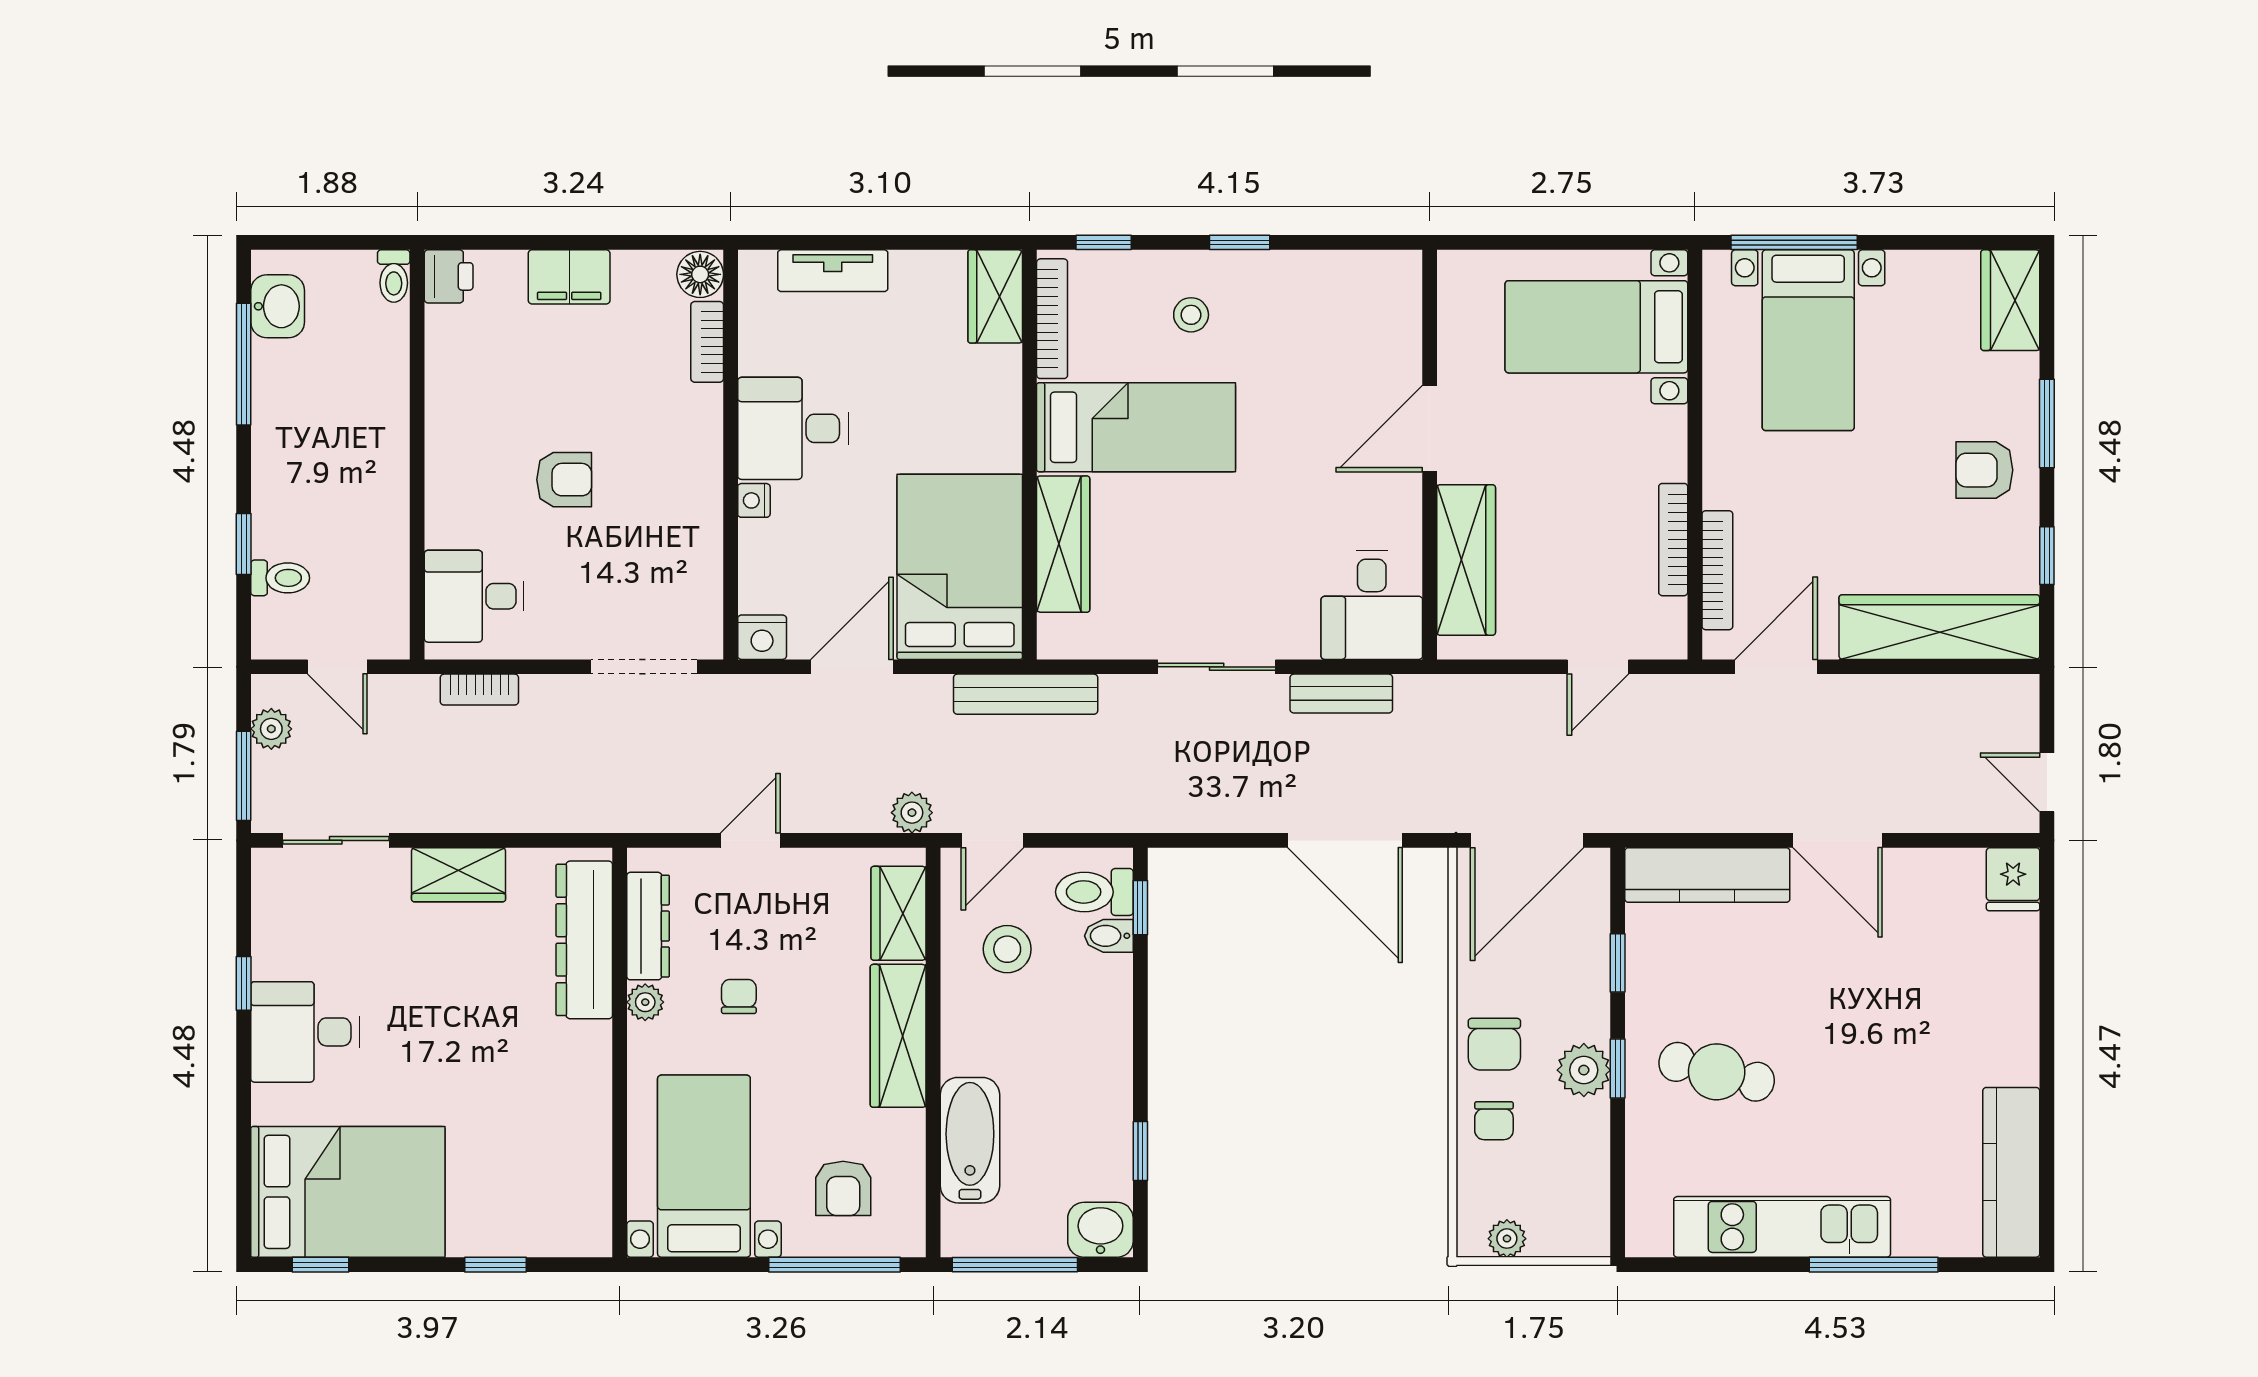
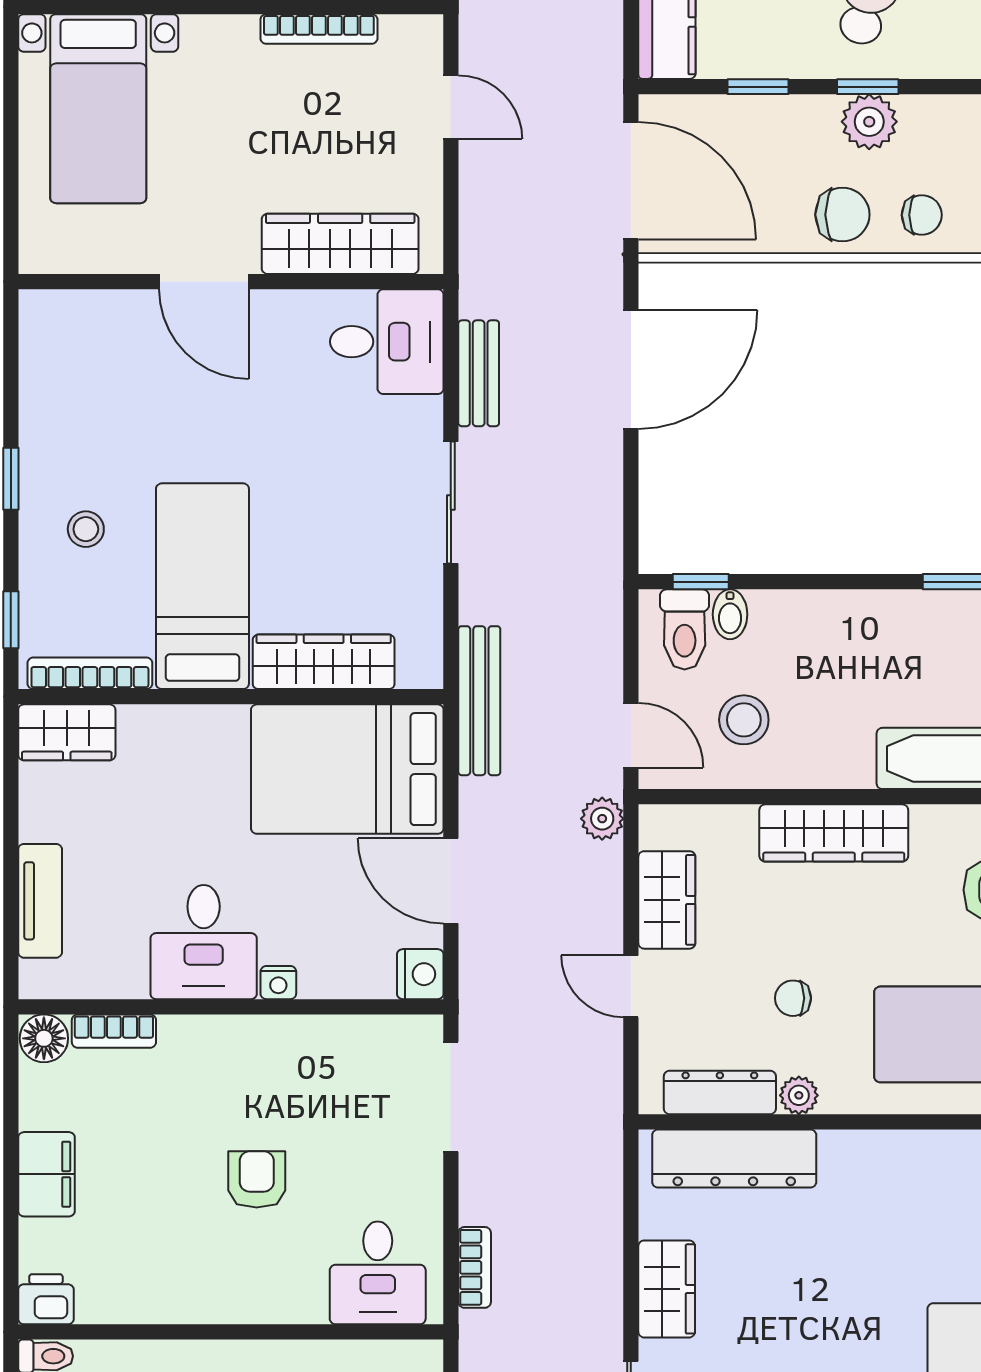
wardrobe: (898, 913) -> (667, 900), moved, turned -90

